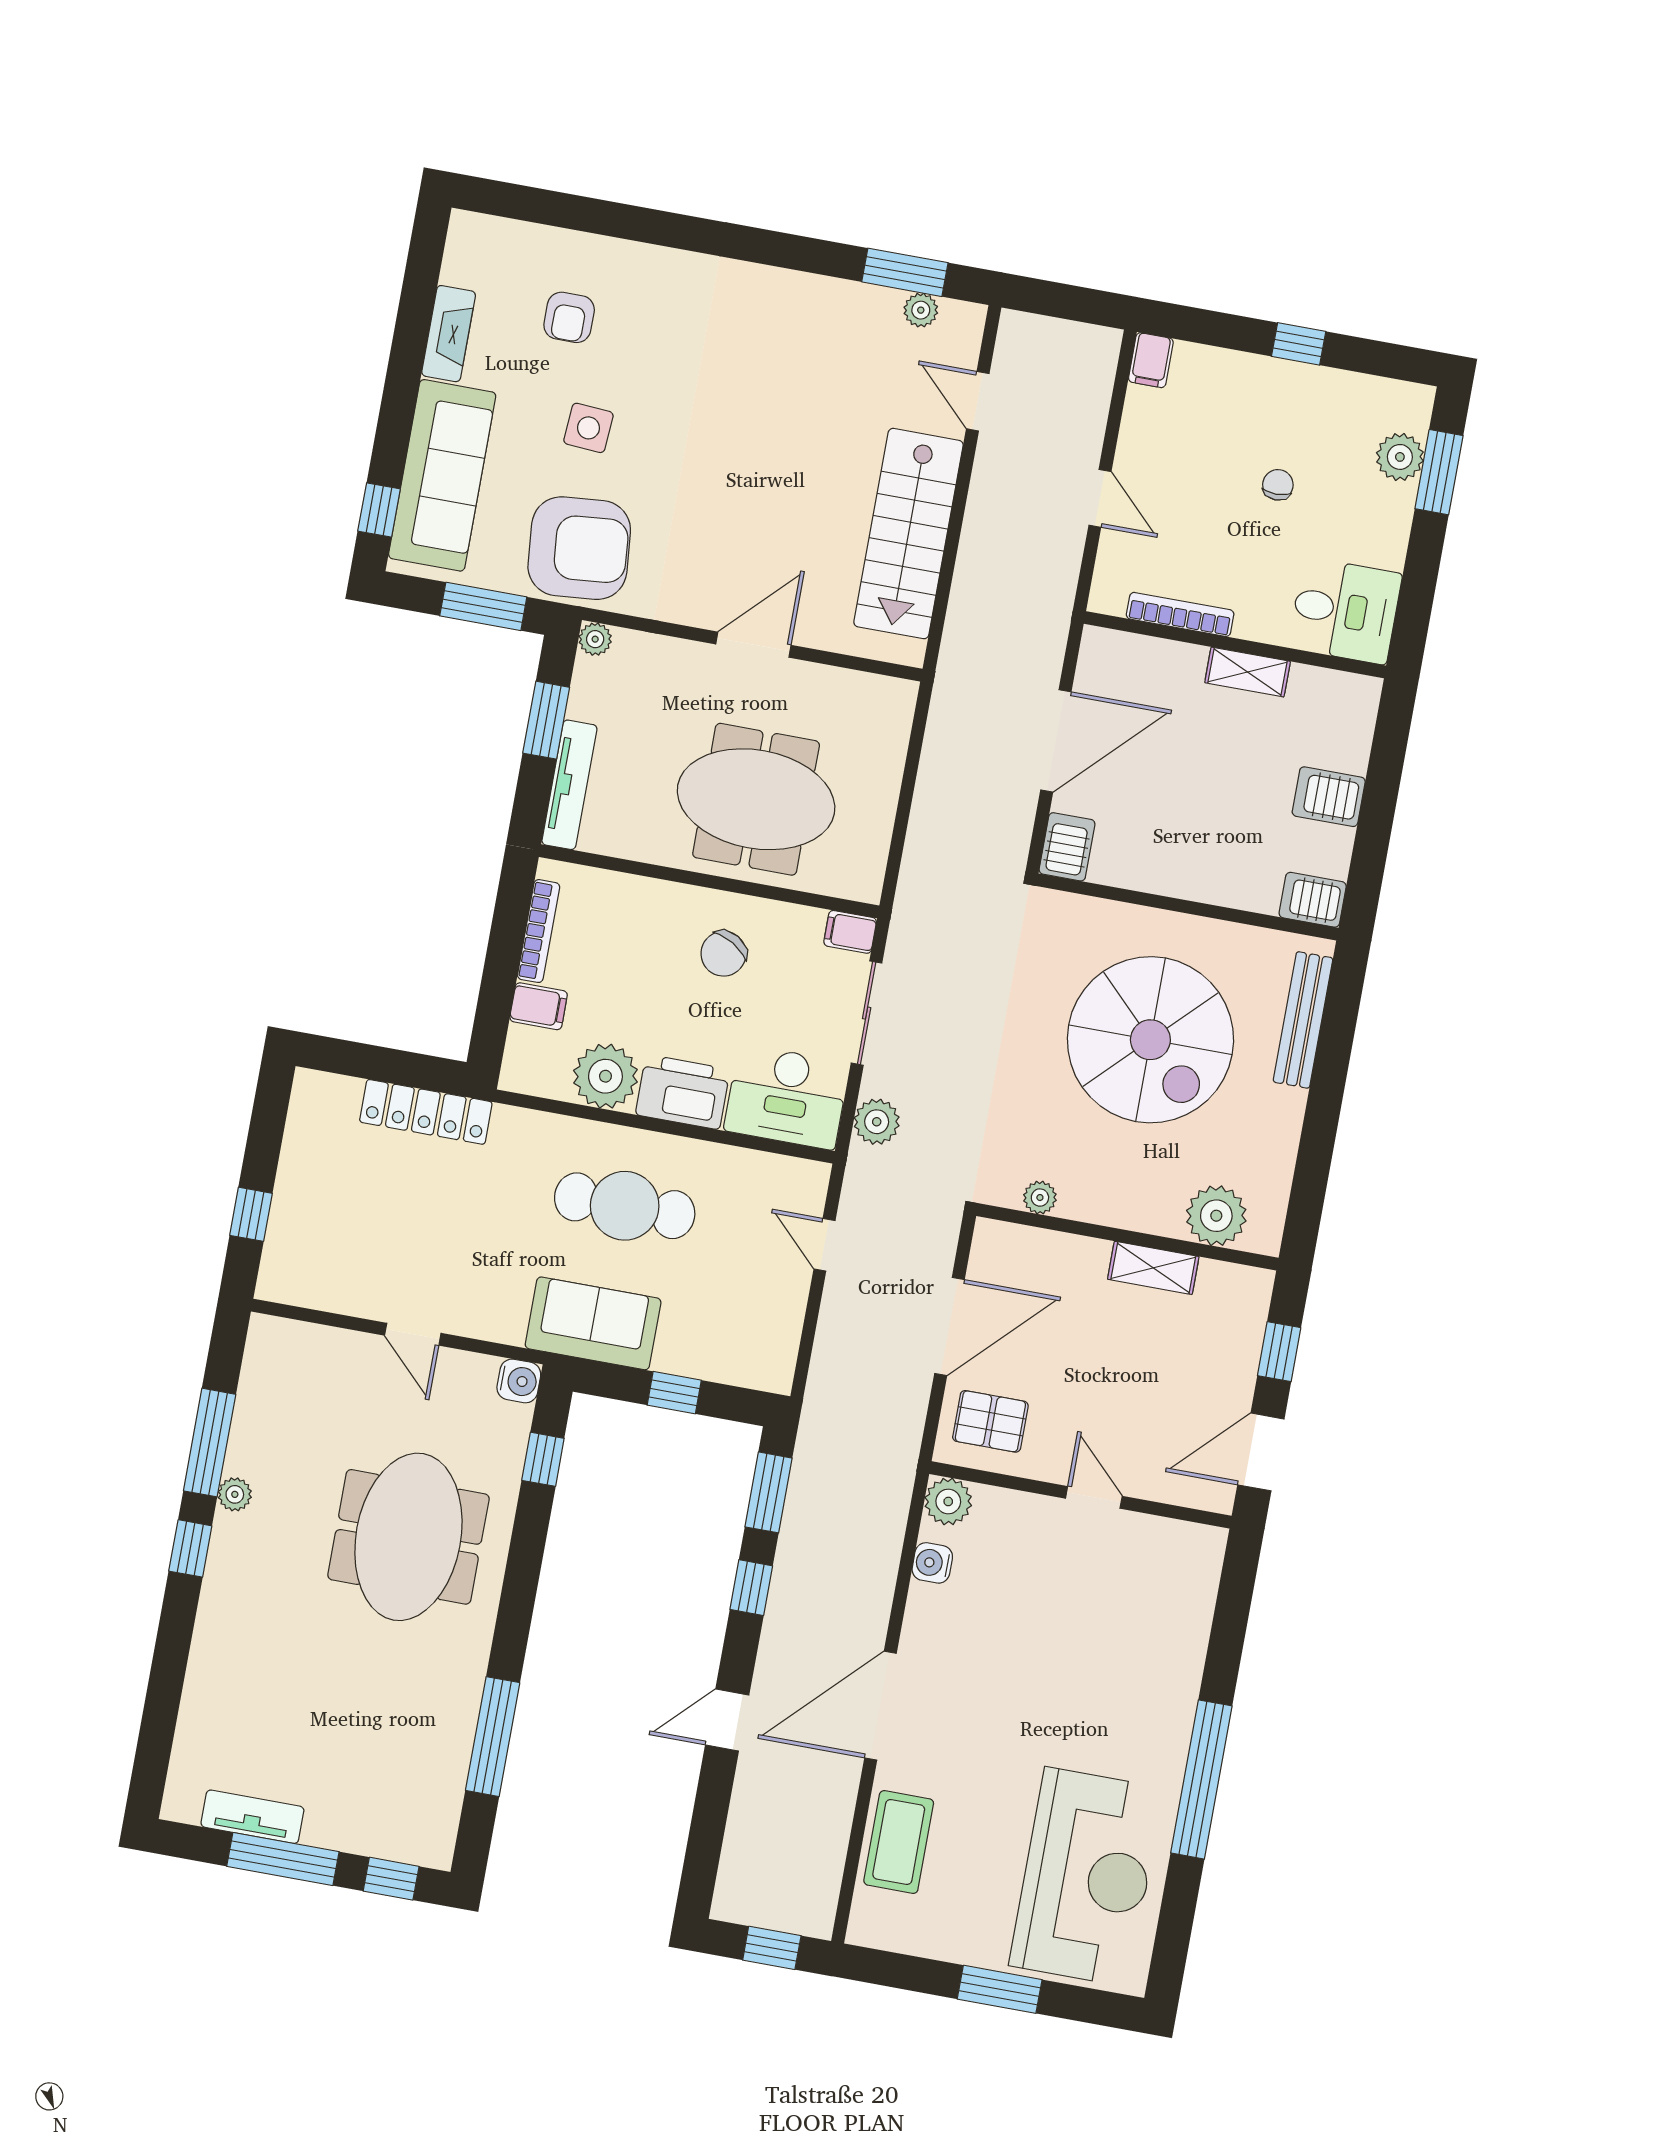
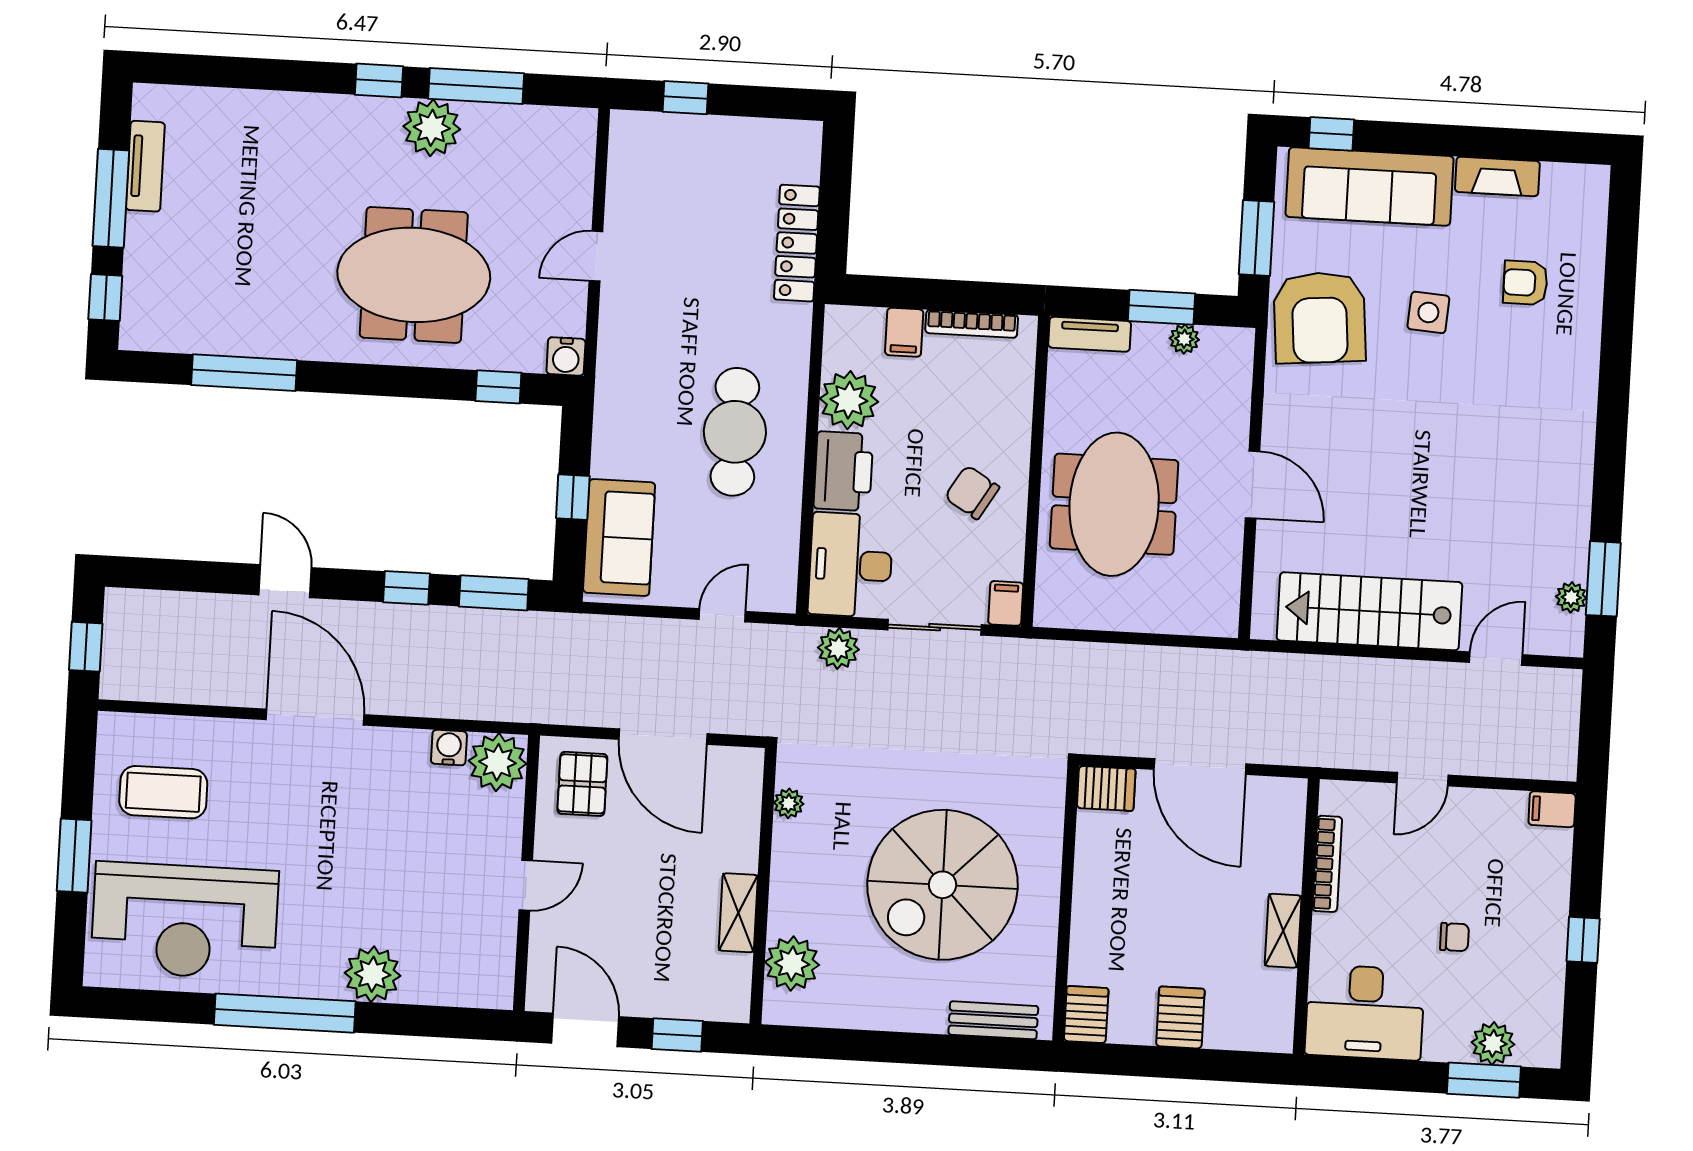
desk: (1345, 611) -> (1365, 1012), width x1.37
plant: (595, 639) -> (1184, 339), moved
tv unit: (569, 785) -> (1090, 334), width x0.71
bench: (1303, 1020) -> (993, 1020), width x0.73
sofa: (593, 1323) -> (619, 538), moved
plant: (235, 1494) -> (432, 128), width x1.87, depth x1.87
plant: (948, 1501) -> (498, 762), width x1.36, depth x1.36
plant: (1171, 1678) -> (373, 974), added
coffee table: (899, 1842) -> (163, 792), moved

